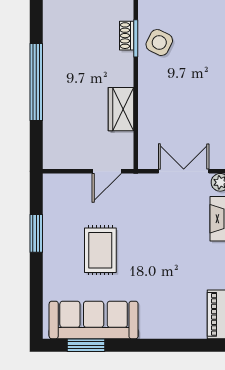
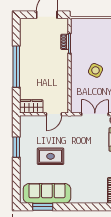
side table: (159, 43) -> (96, 70), moved
wardrobe: (121, 109) -> (31, 106), moved, turned 90
rug: (100, 250) -> (51, 156), turned 90

